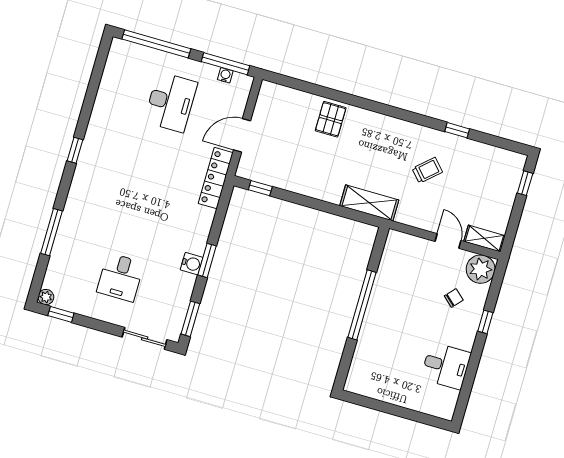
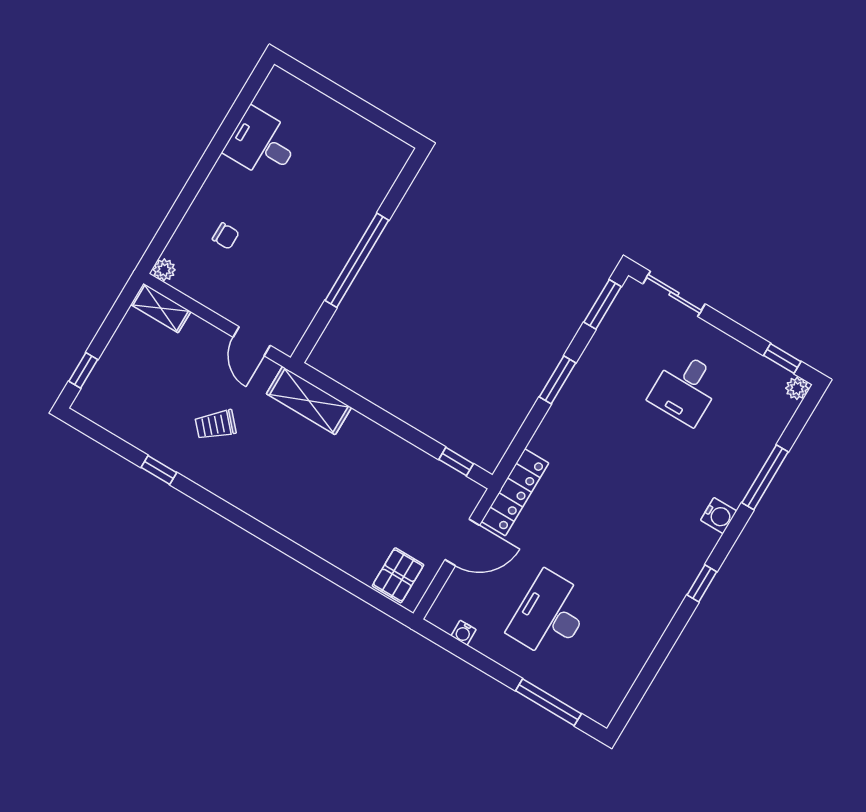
window: (156, 44) -> (548, 702), width x0.68
window: (225, 64) -> (459, 649), removed
pallet: (331, 119) -> (398, 575), moved
door: (448, 241) -> (252, 341), moved
water cooler: (192, 264) -> (719, 516), moved, turned 180
plant: (481, 269) -> (164, 270), width x0.53, depth x0.53
desk: (120, 277) -> (685, 388), turned 180
chair: (454, 298) -> (226, 236), turned -132
window: (485, 322) -> (190, 191), removed

